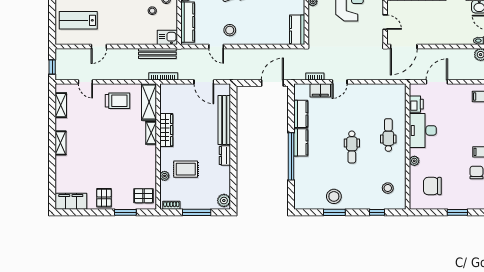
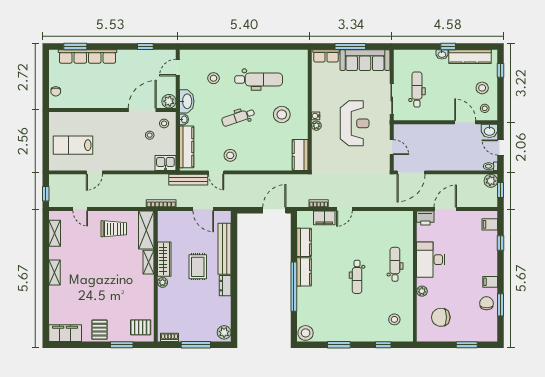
bench: (157, 53) -> (188, 180), moved
printer: (416, 104) -> (425, 218), moved, turned 90
rug: (186, 169) -> (198, 267), moved, turned 90
plant: (165, 176) -> (163, 282), moved
stool: (334, 196) -> (306, 333), moved

